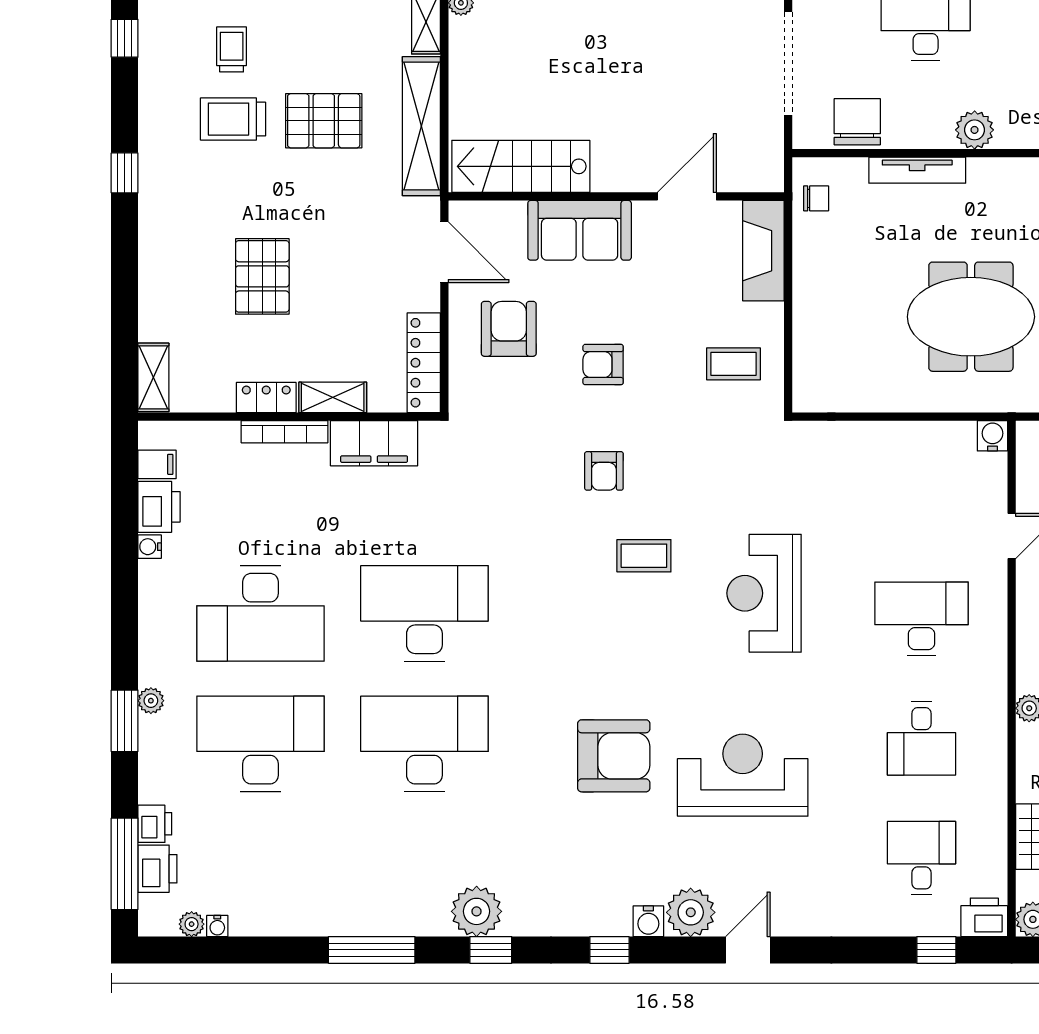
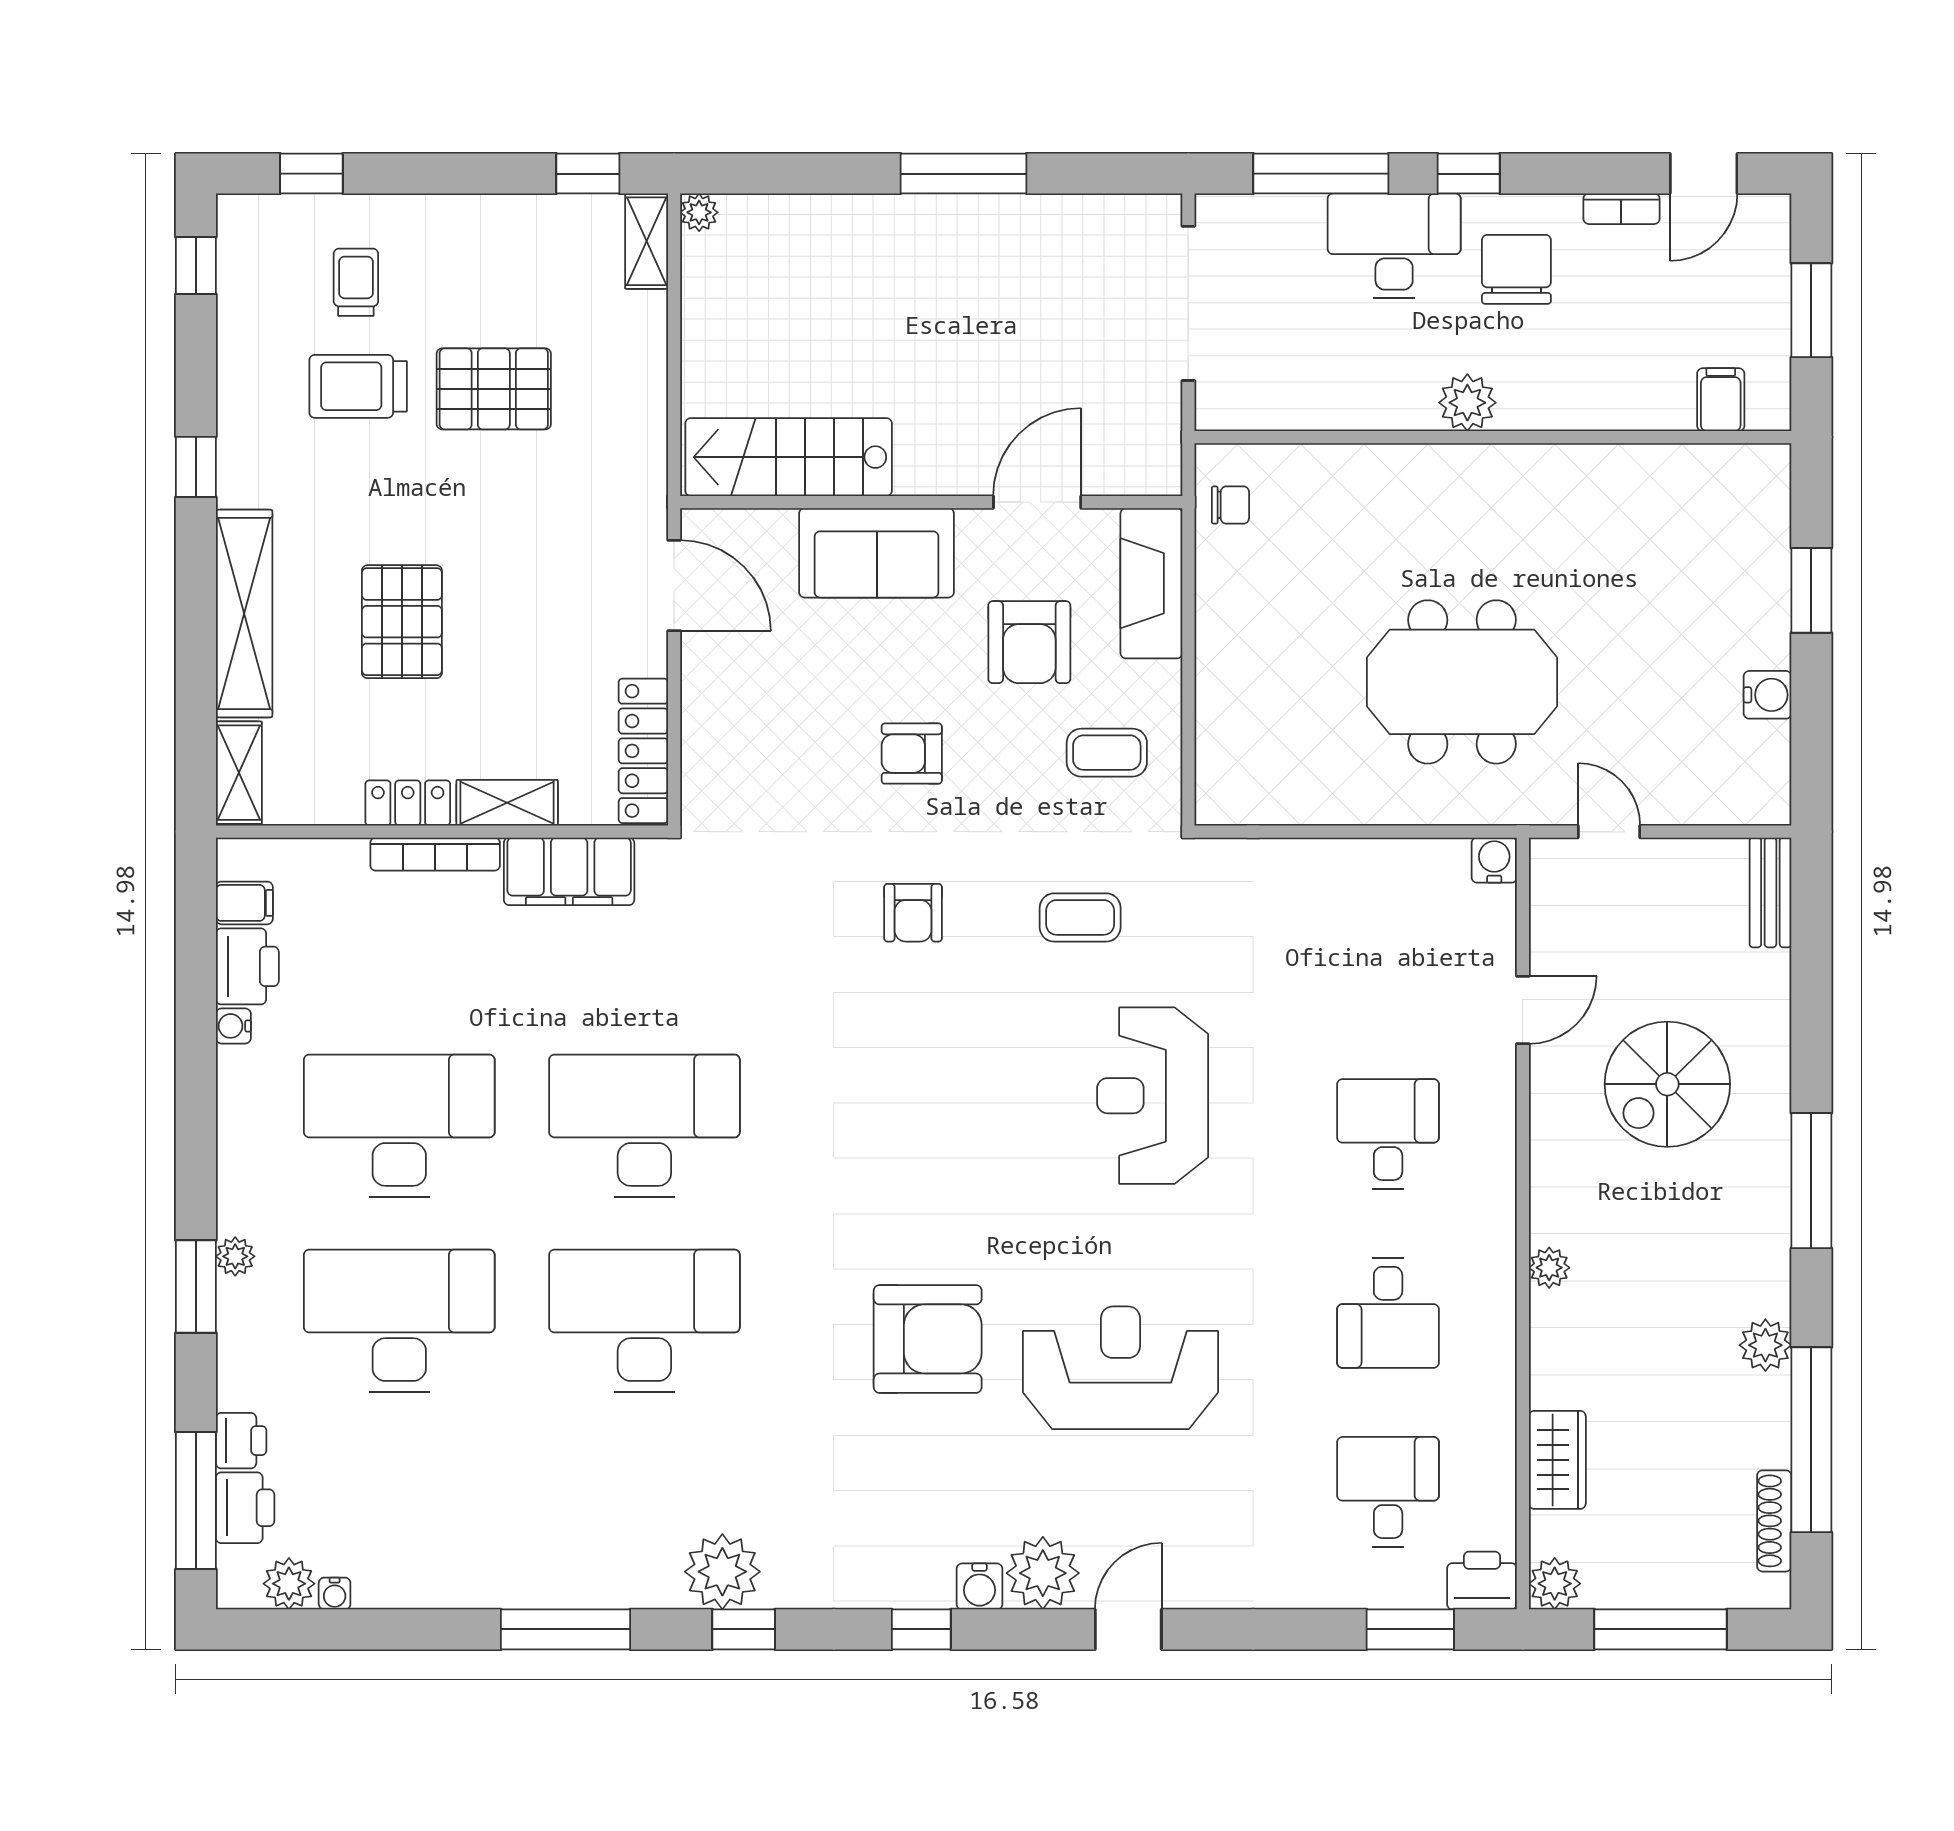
chair: (857, 122) -> (1516, 269), moved
shelving: (421, 126) -> (244, 613), moved
tv unit: (917, 170) -> (1382, 463), removed
armchair: (509, 329) -> (1029, 642), moved, turned 180
coffee table: (644, 556) -> (1080, 917), moved
desk: (261, 613) -> (399, 1126), turned 180
desk: (921, 619) -> (1388, 1134), width x0.73
plant: (192, 924) -> (289, 1584), width x1.38, depth x1.38
window: (936, 950) -> (1410, 1629), width x1.50

